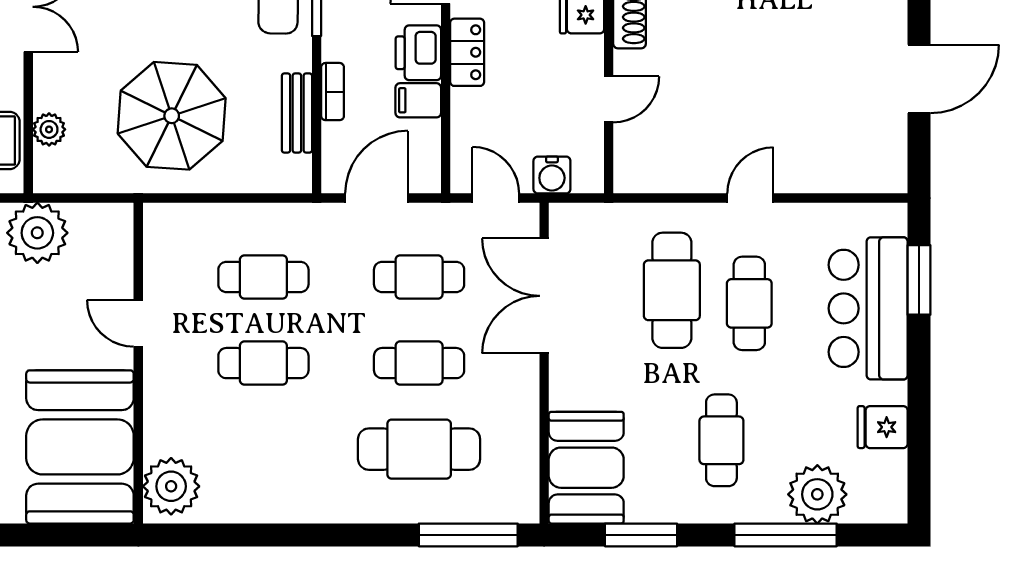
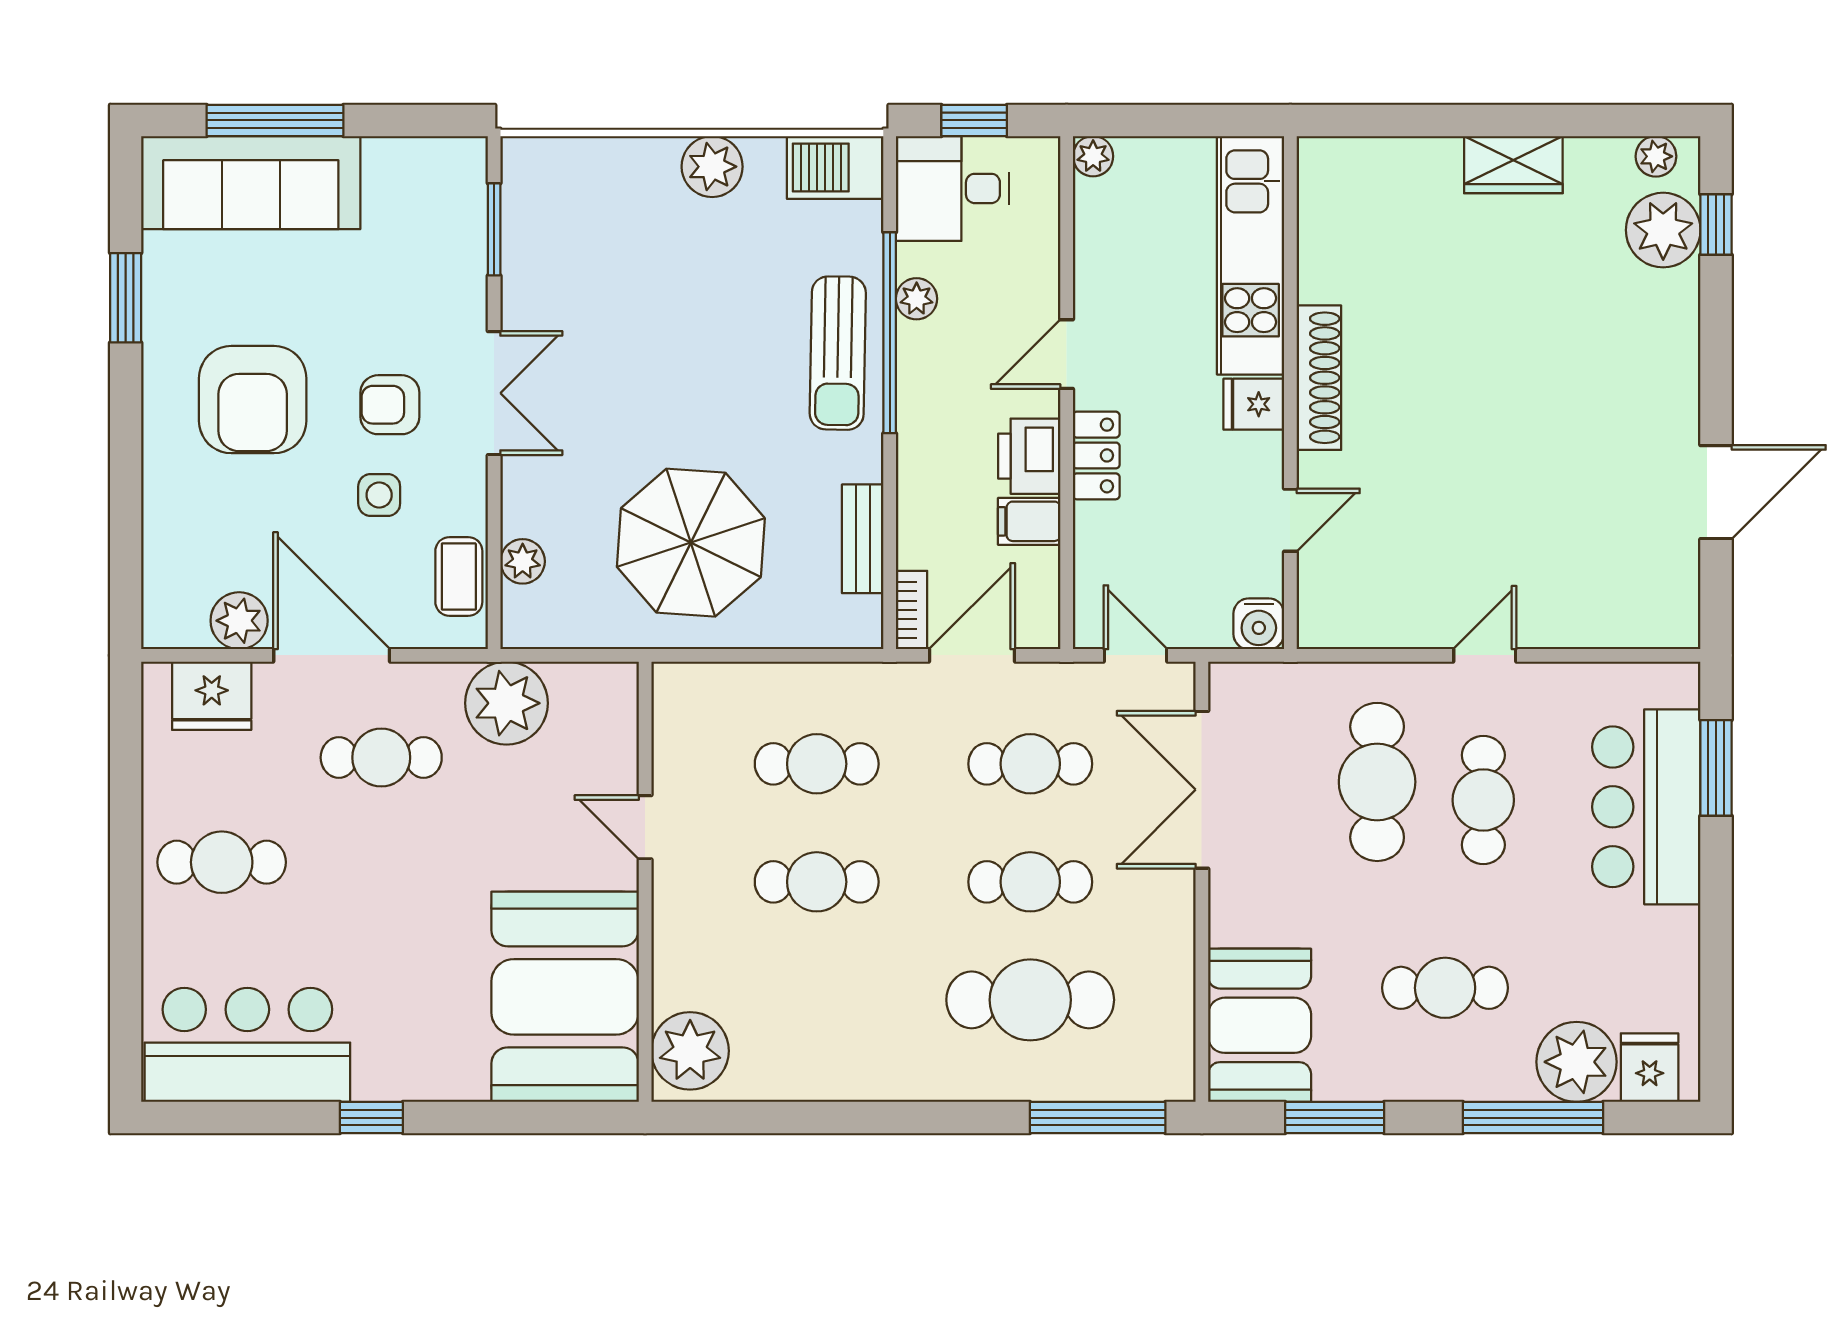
bookcase: (333, 92) -> (912, 610), moved
water cooler: (552, 175) -> (1259, 624), moved
fridge: (883, 427) -> (1650, 1068), moved, turned 90
cafe table: (721, 440) -> (1445, 988), turned 90

